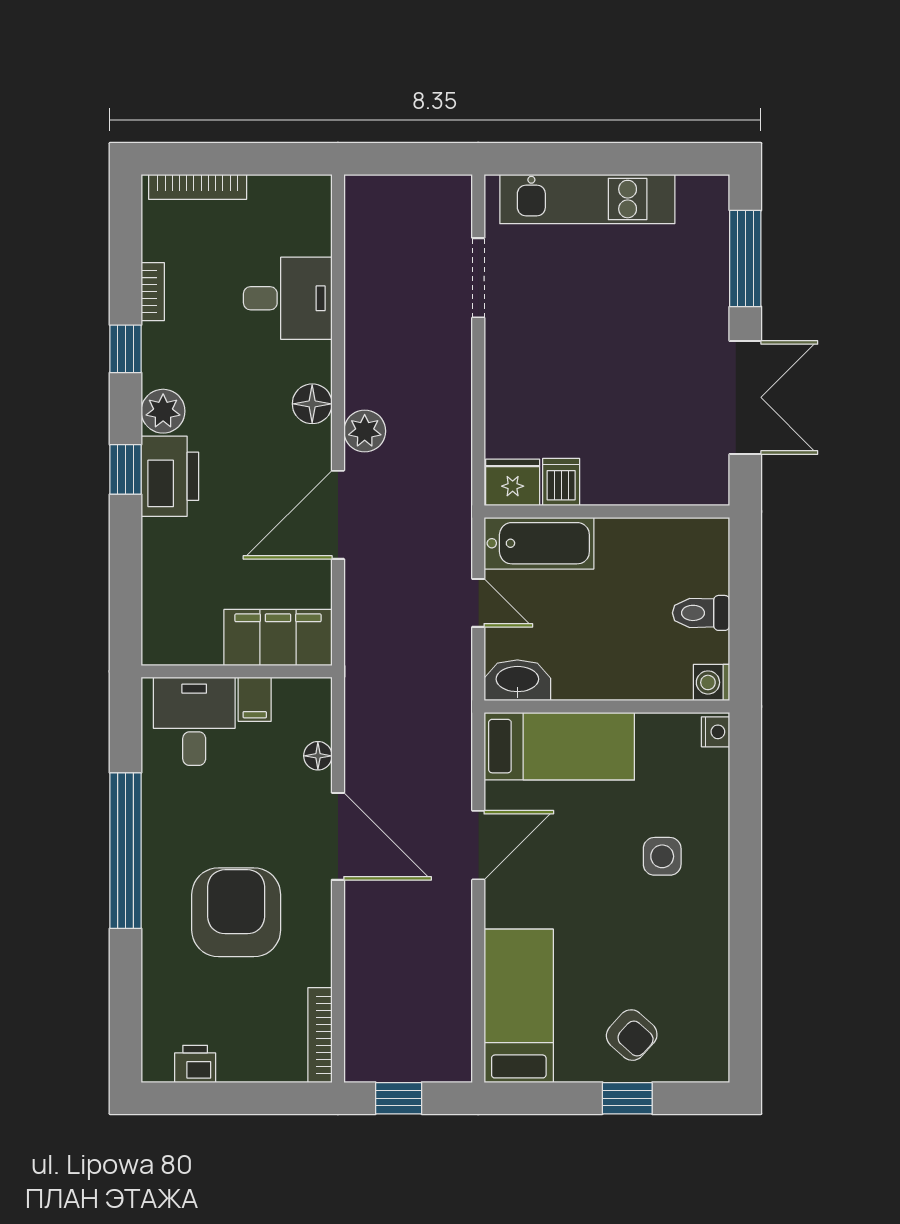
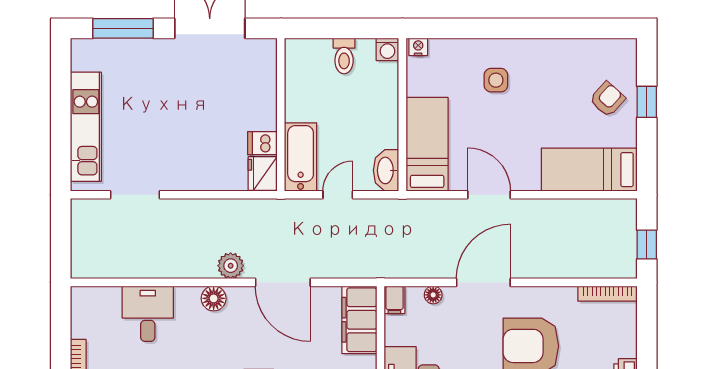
filing cabinet: (255, 699) -> (394, 300), moved, turned 90

